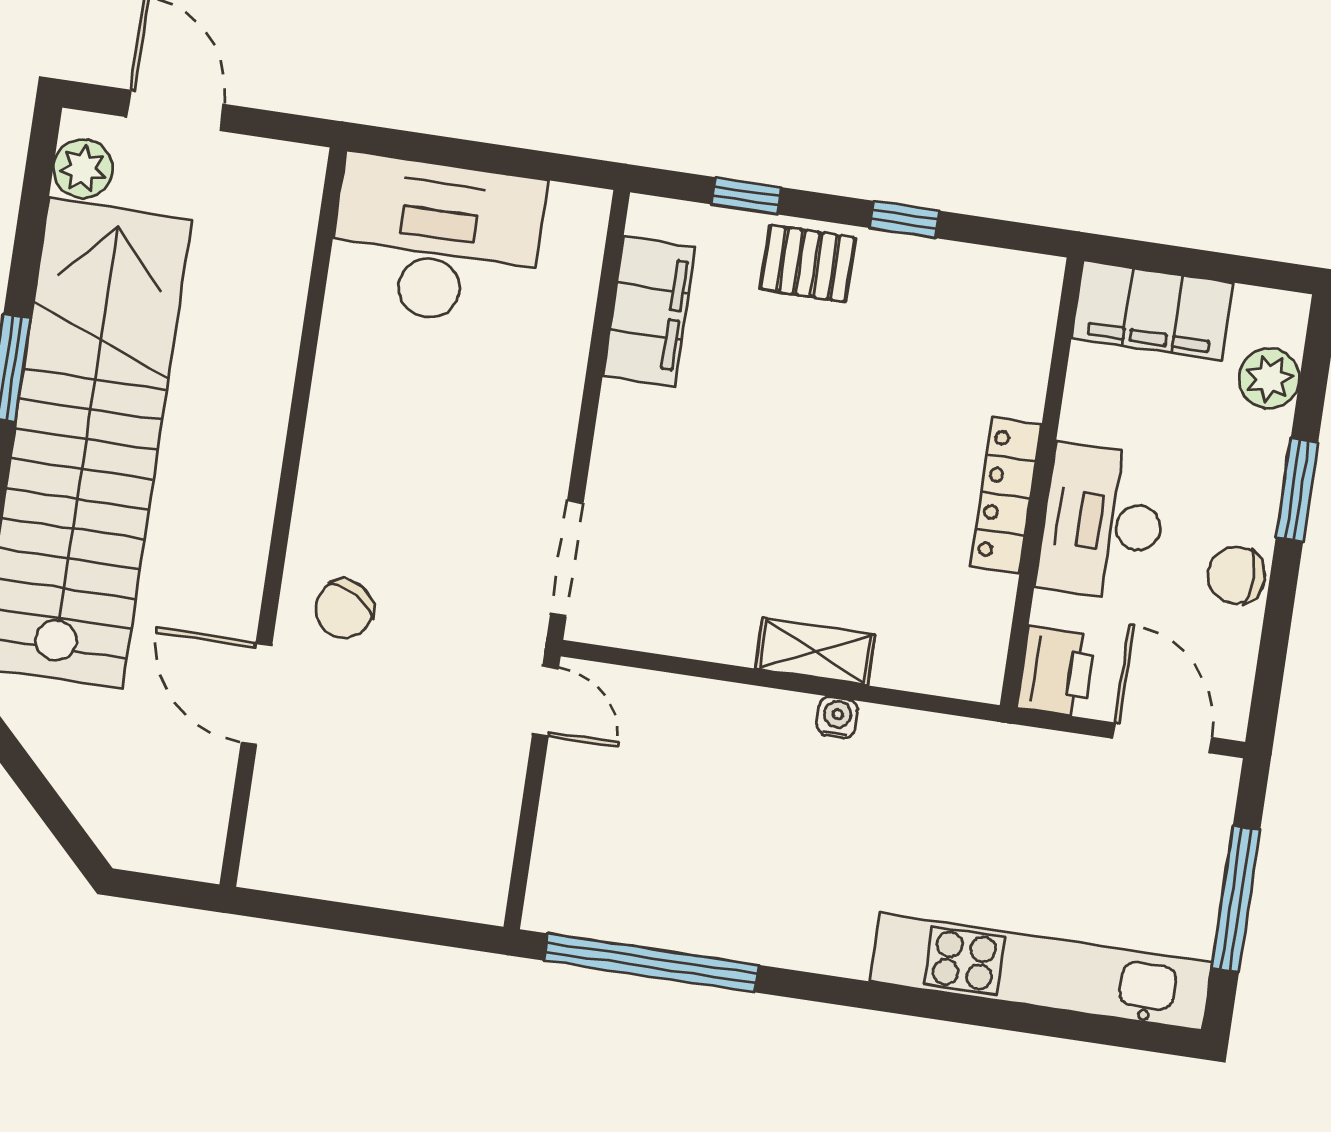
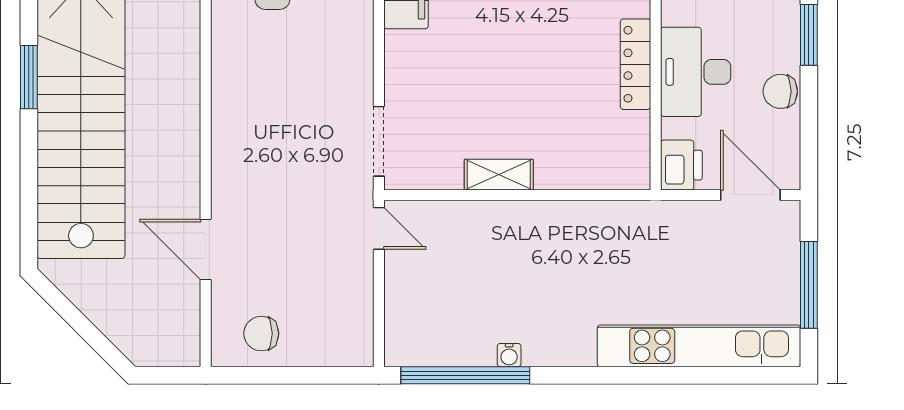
chair: (344, 609) -> (261, 334), moved, turned 59
shelving: (815, 652) -> (499, 175), moved
water cooler: (837, 717) -> (509, 355), moved, turned 180

